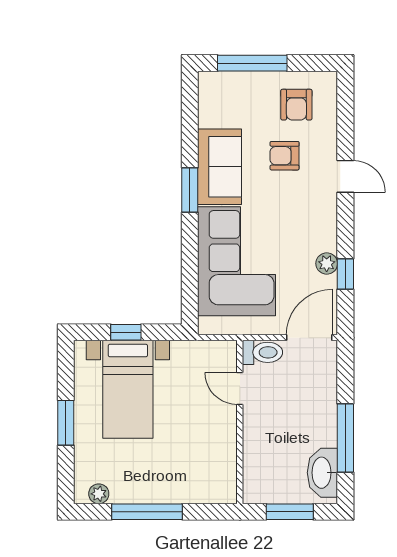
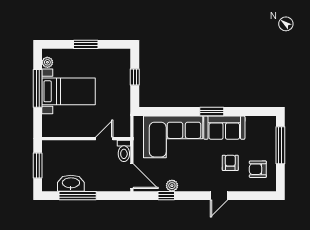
bed with nightstands: (128, 389) -> (69, 91), moved, turned 180
washbasin: (322, 473) -> (71, 183), moved

